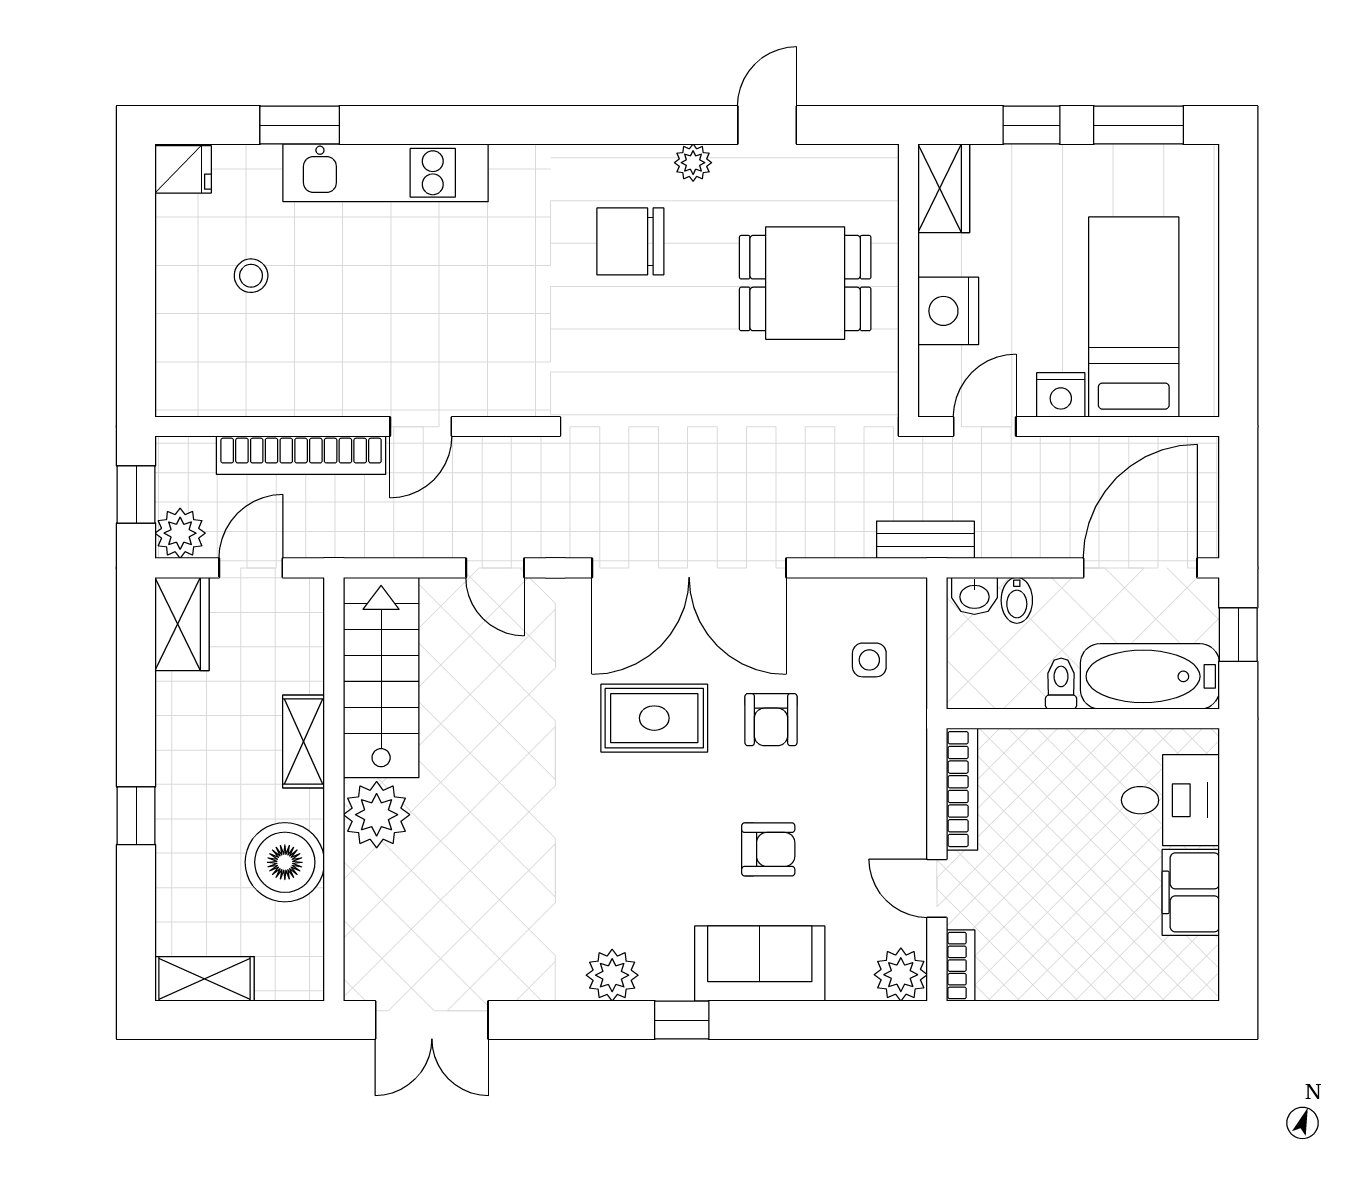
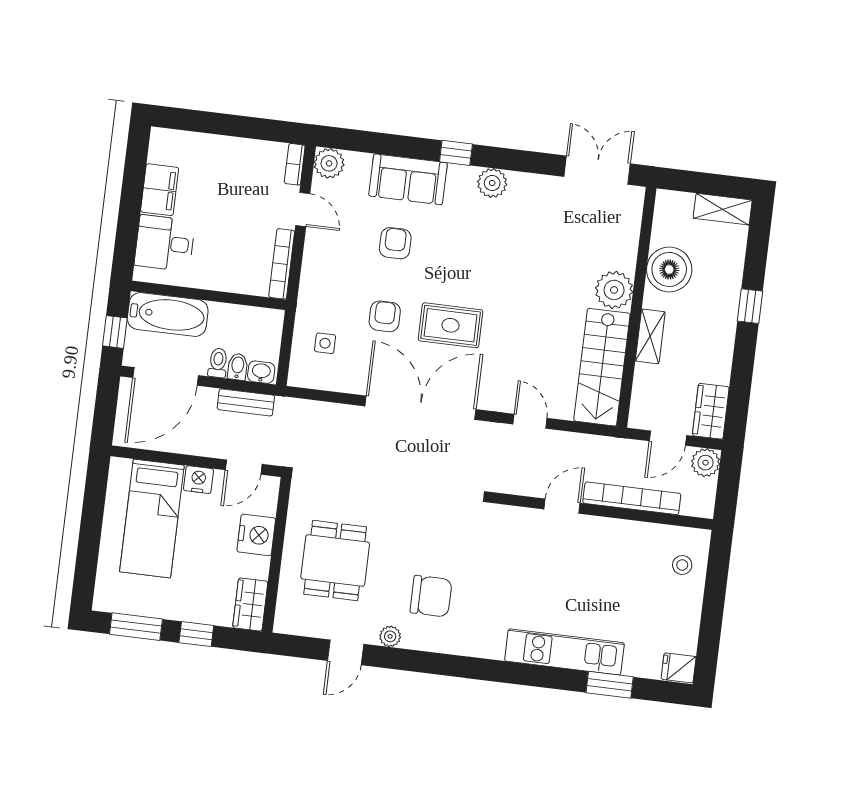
stool: (251, 276) -> (682, 565), moved
dining table: (805, 283) -> (335, 561), turned 90
window: (136, 495) -> (728, 487), removed
bench: (925, 540) -> (246, 402), moved
toilet: (1061, 684) -> (218, 363), moved, turned 180
armchair: (768, 849) -> (395, 243), turned 90

